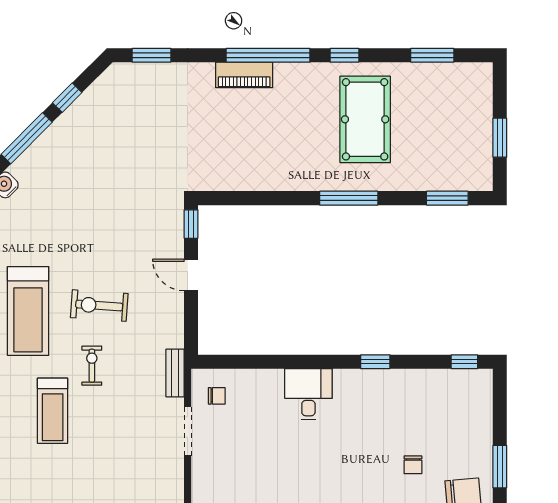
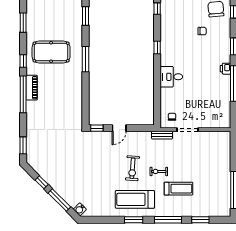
piano: (244, 75) -> (32, 88), moved
treadmill: (28, 311) -> (135, 199), turned 180

